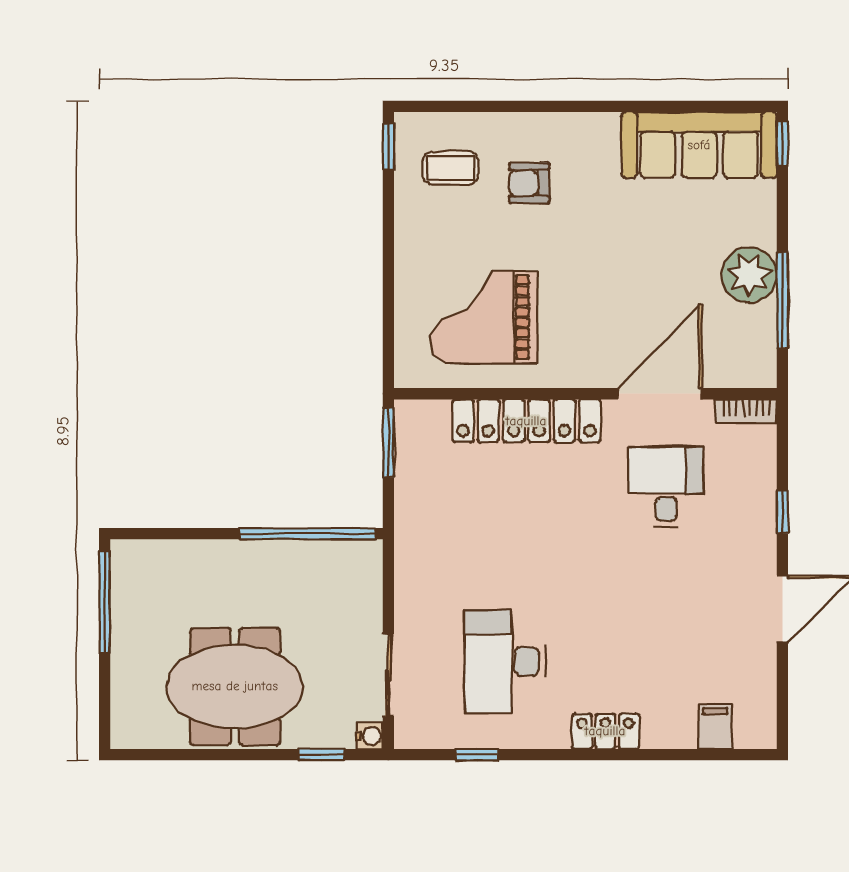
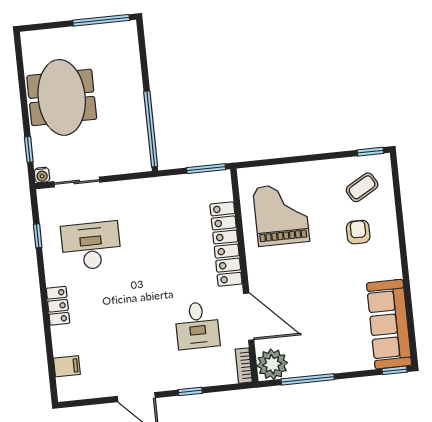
coffee table: (450, 168) -> (362, 187), turned 60
plant: (749, 275) -> (272, 364), moved
desk: (666, 487) -> (197, 325), turned 90

